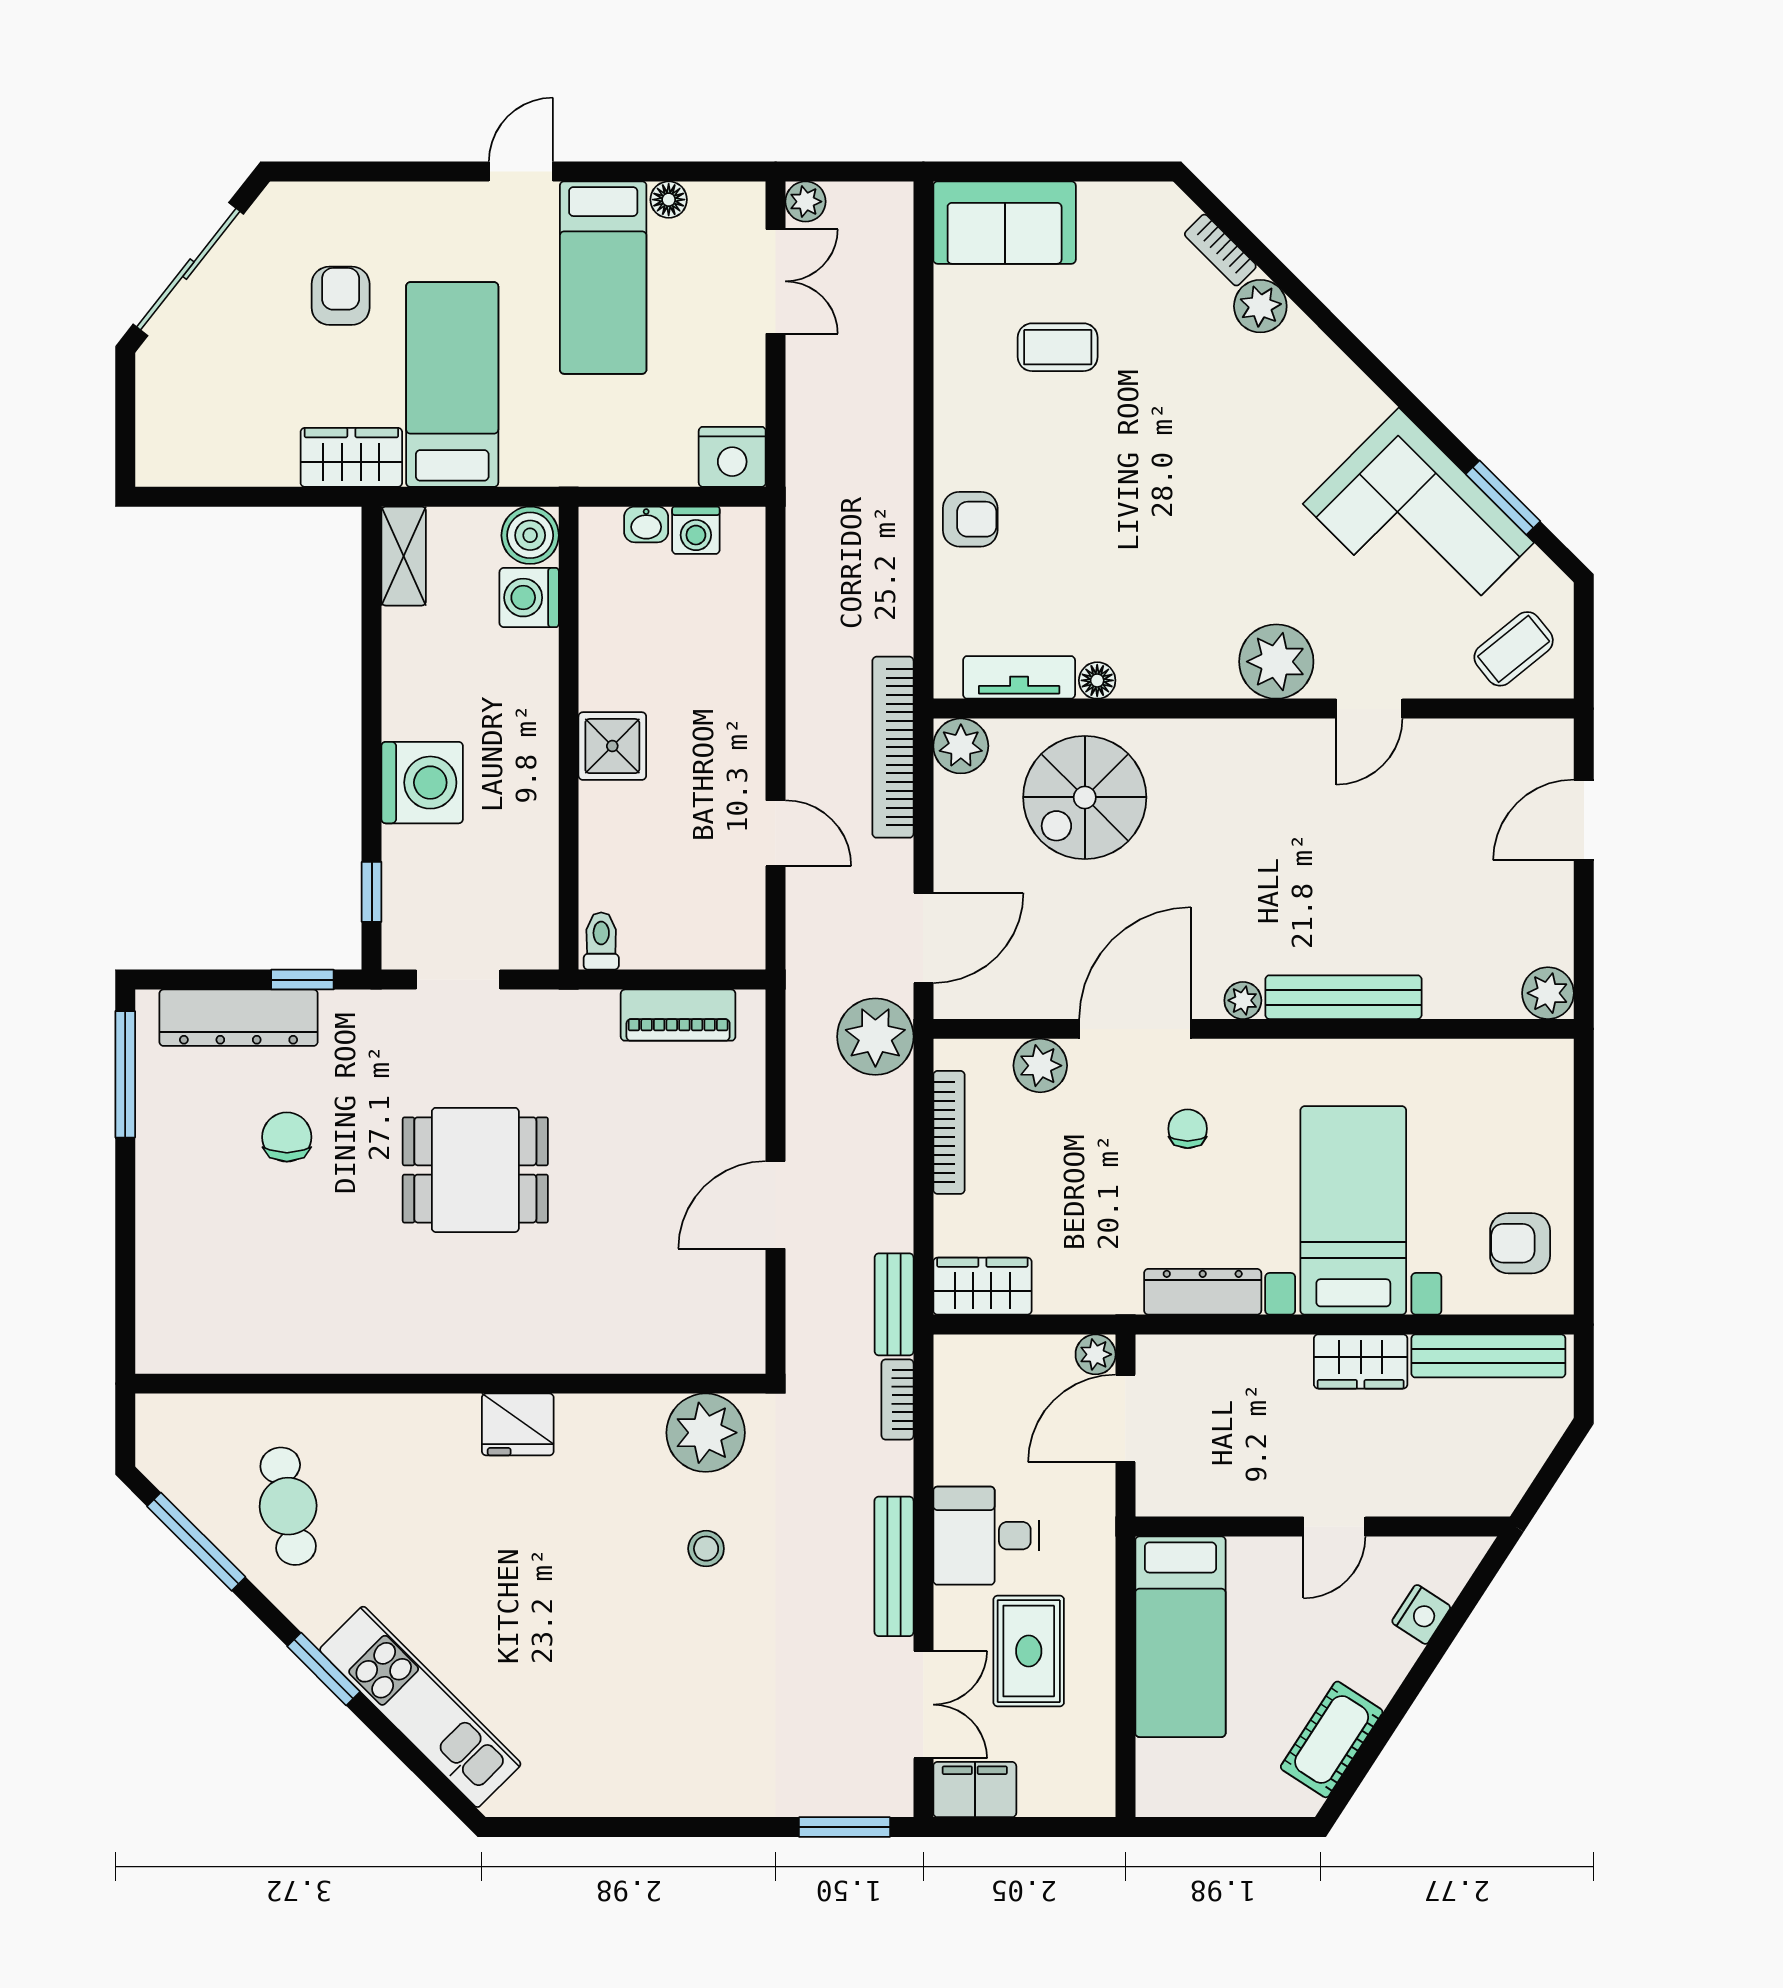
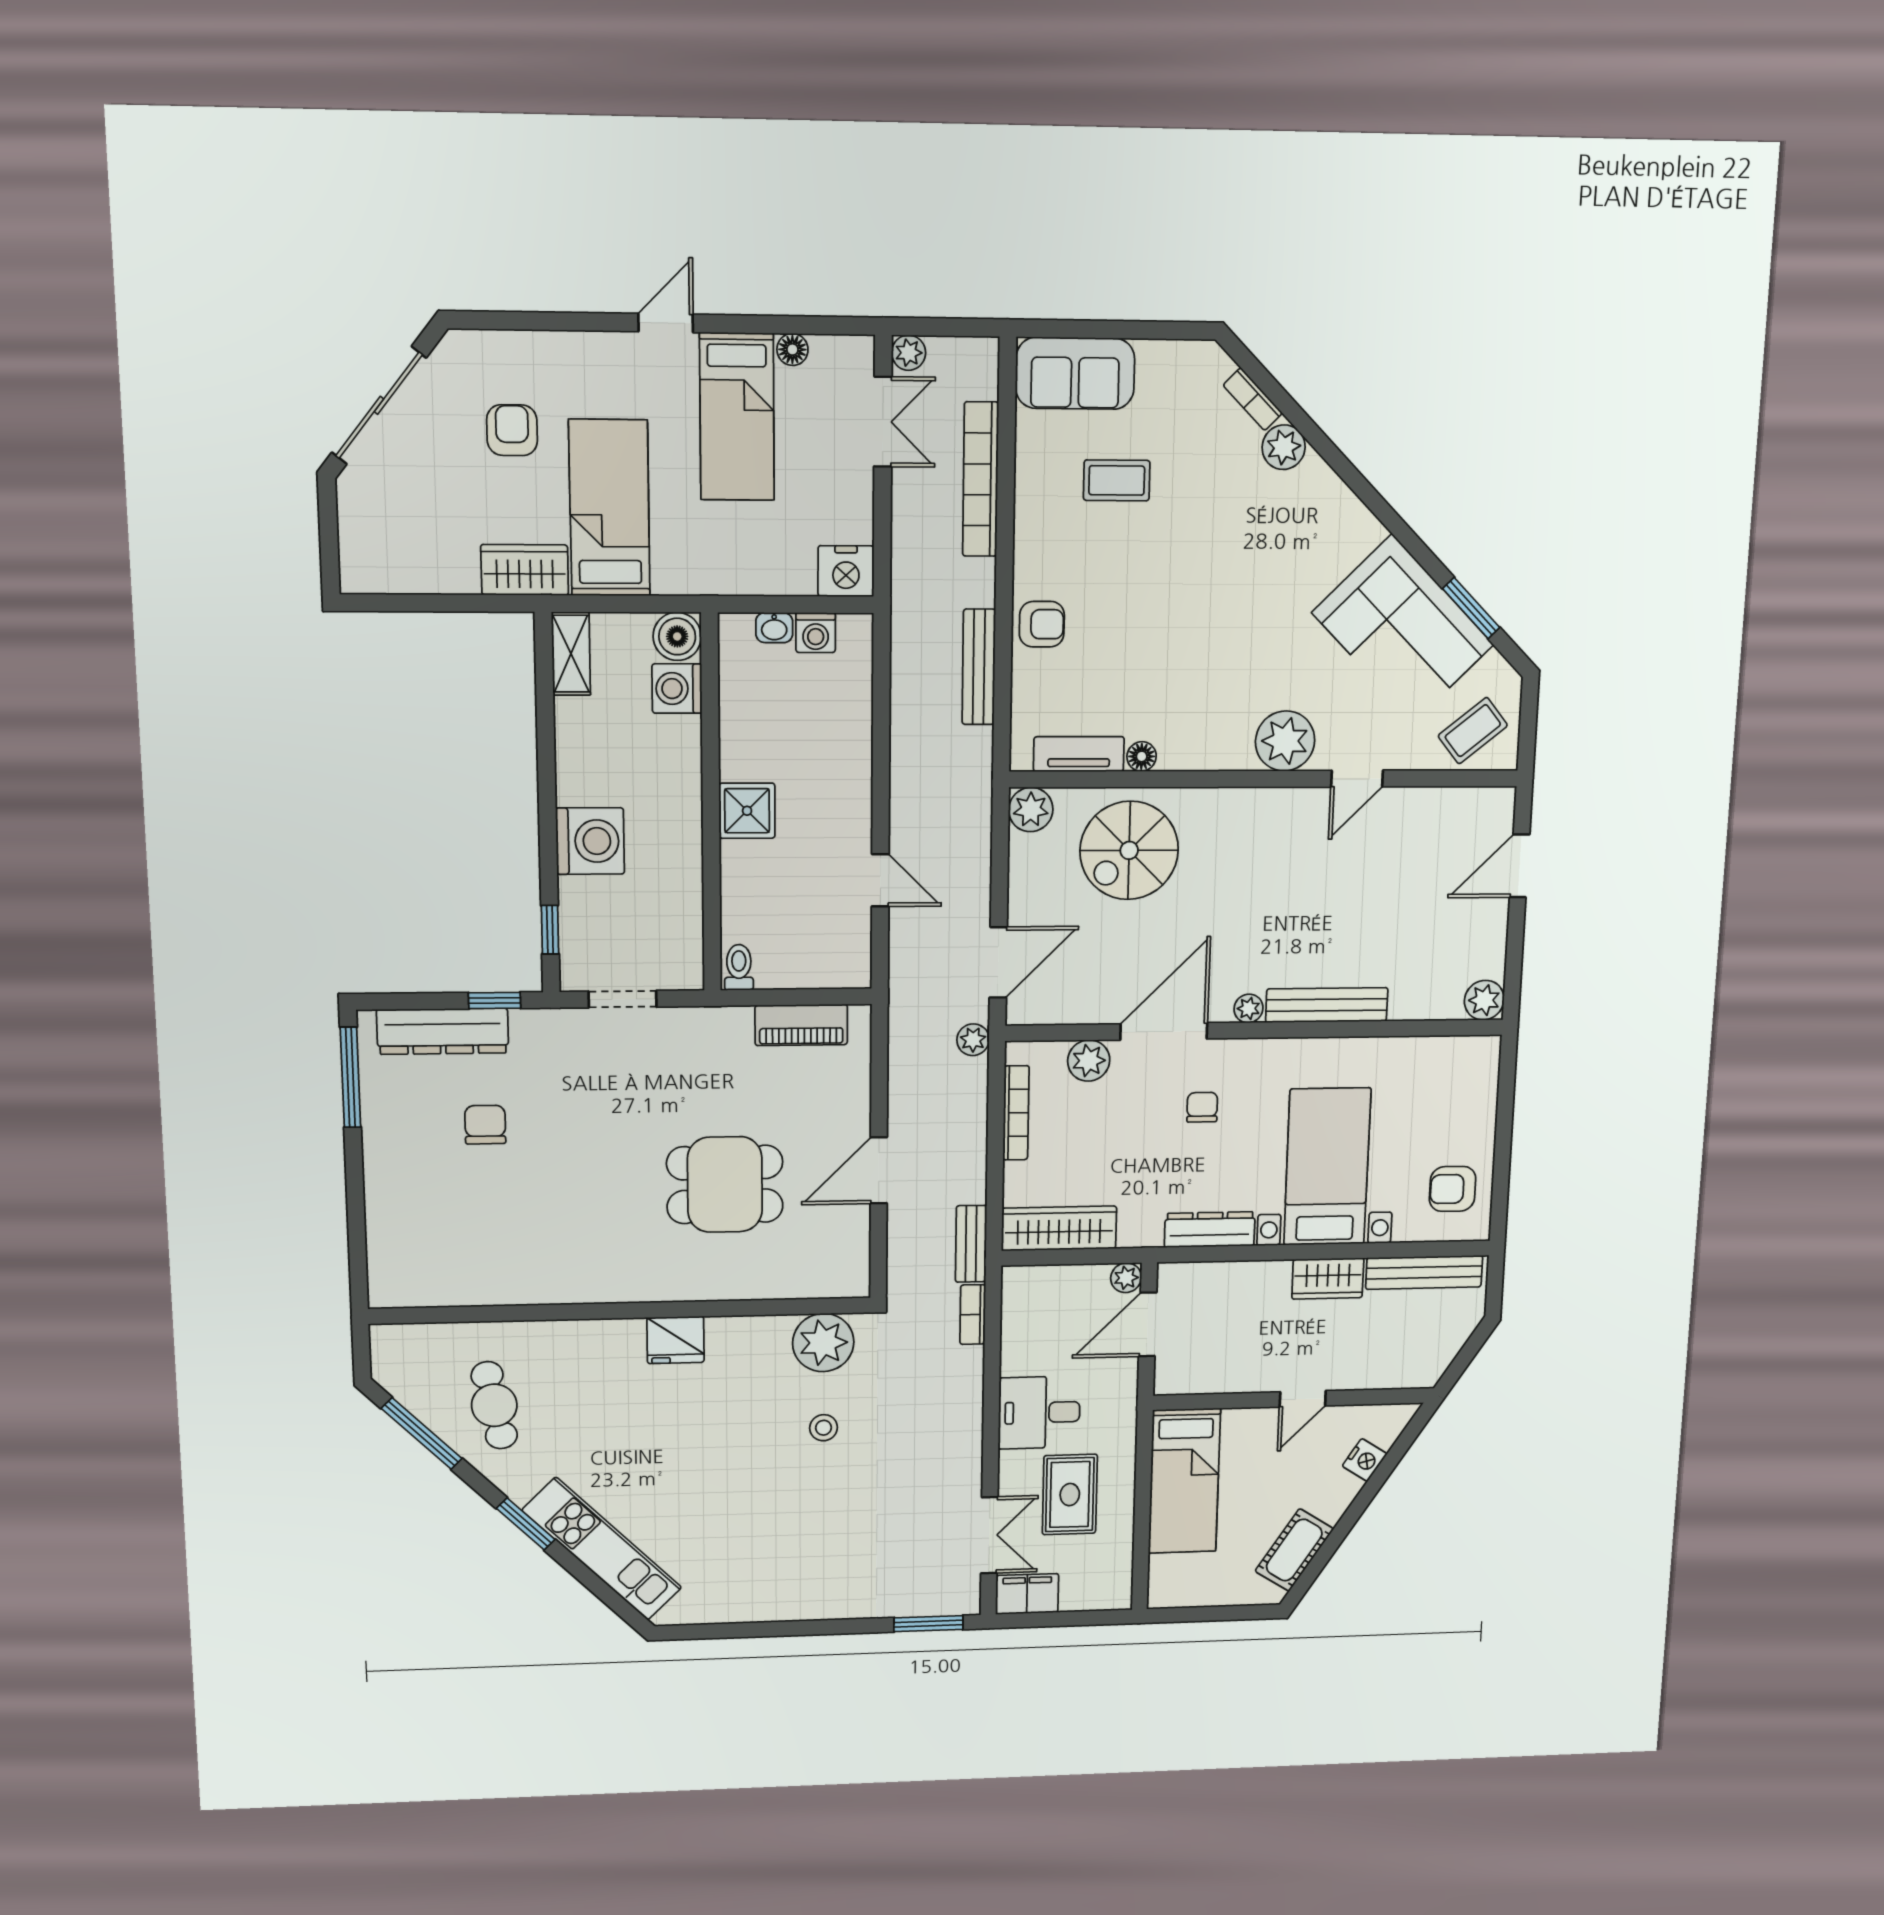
bookcase: (893, 747) -> (980, 479), moved
plant: (875, 1037) -> (973, 1040), width x0.53, depth x0.53
dining table: (475, 1170) -> (725, 1184), moved
wardrobe: (982, 1286) -> (1059, 1228), width x1.50
bench: (894, 1566) -> (979, 667), moved

